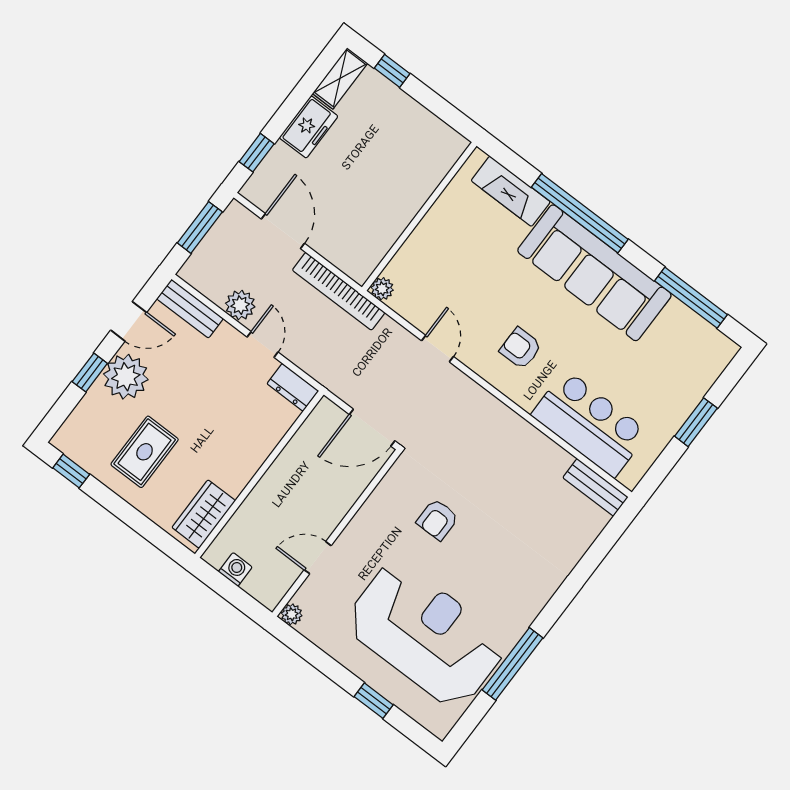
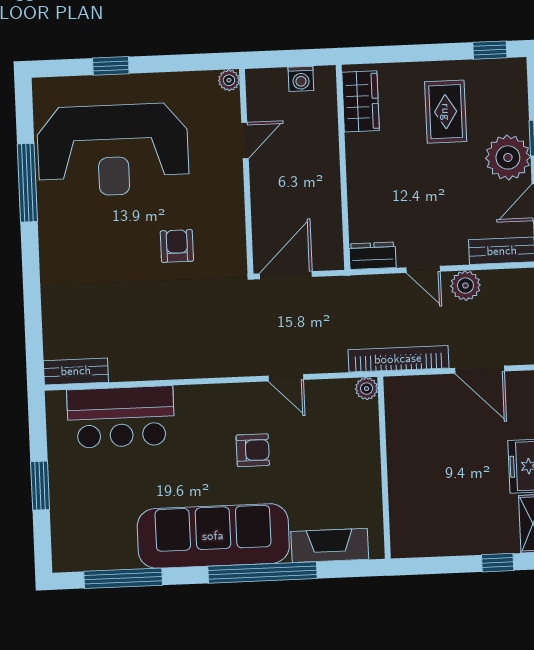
armchair: (521, 348) -> (253, 450), moved

